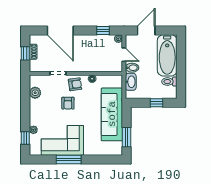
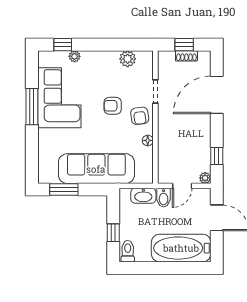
toilet: (169, 82) -> (128, 251), moved

